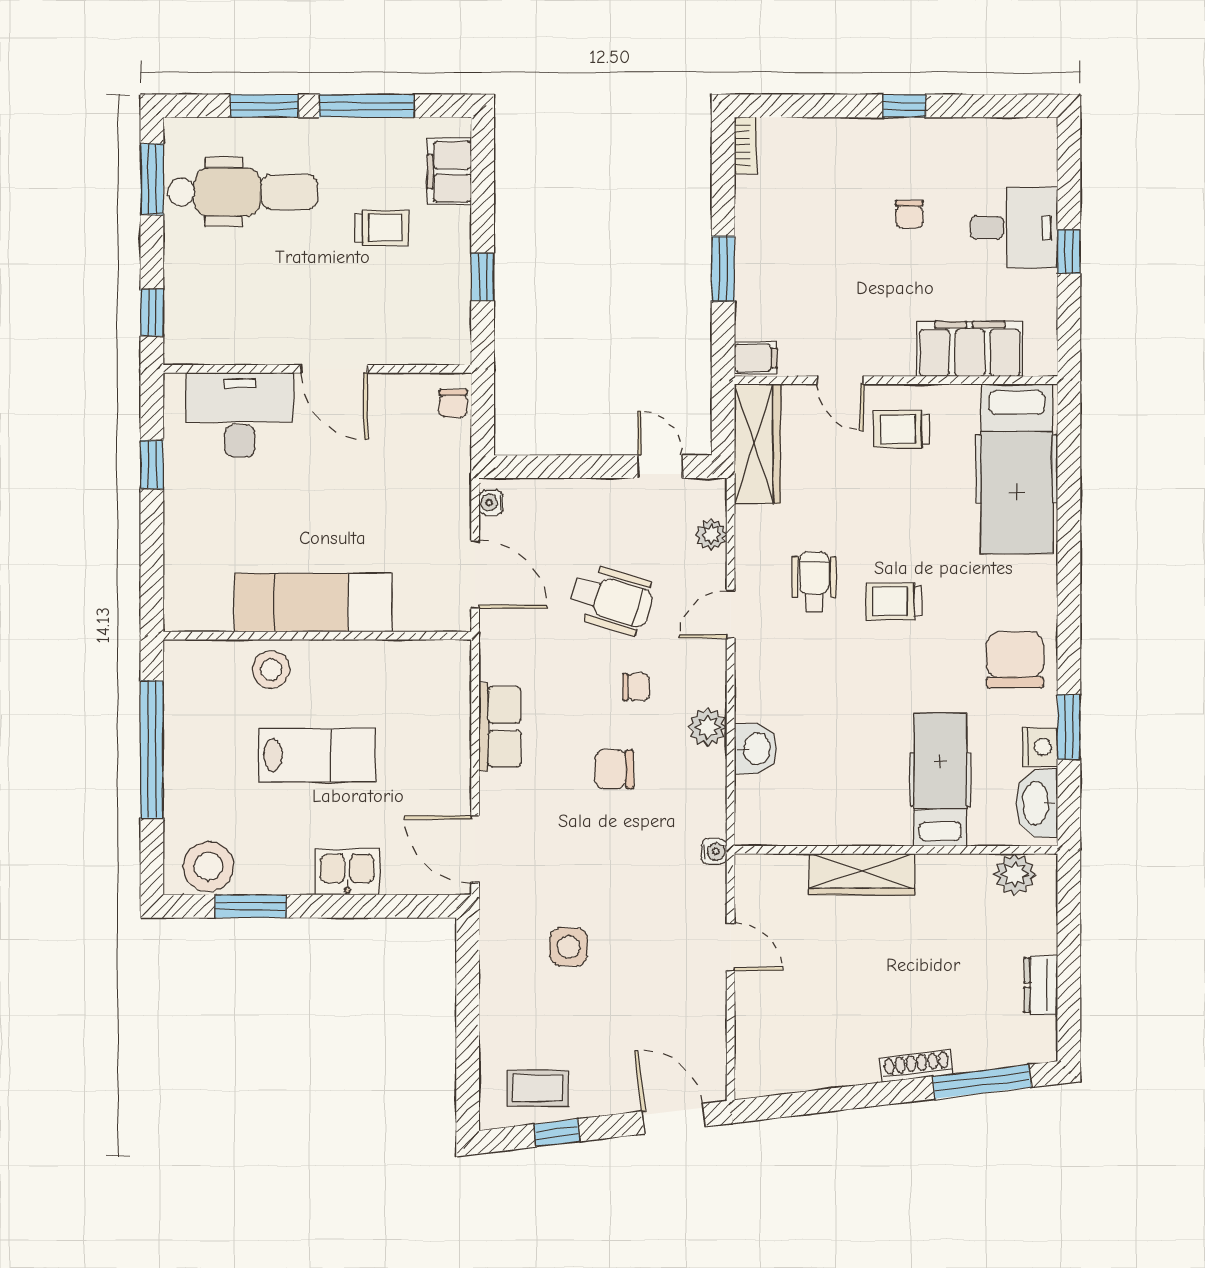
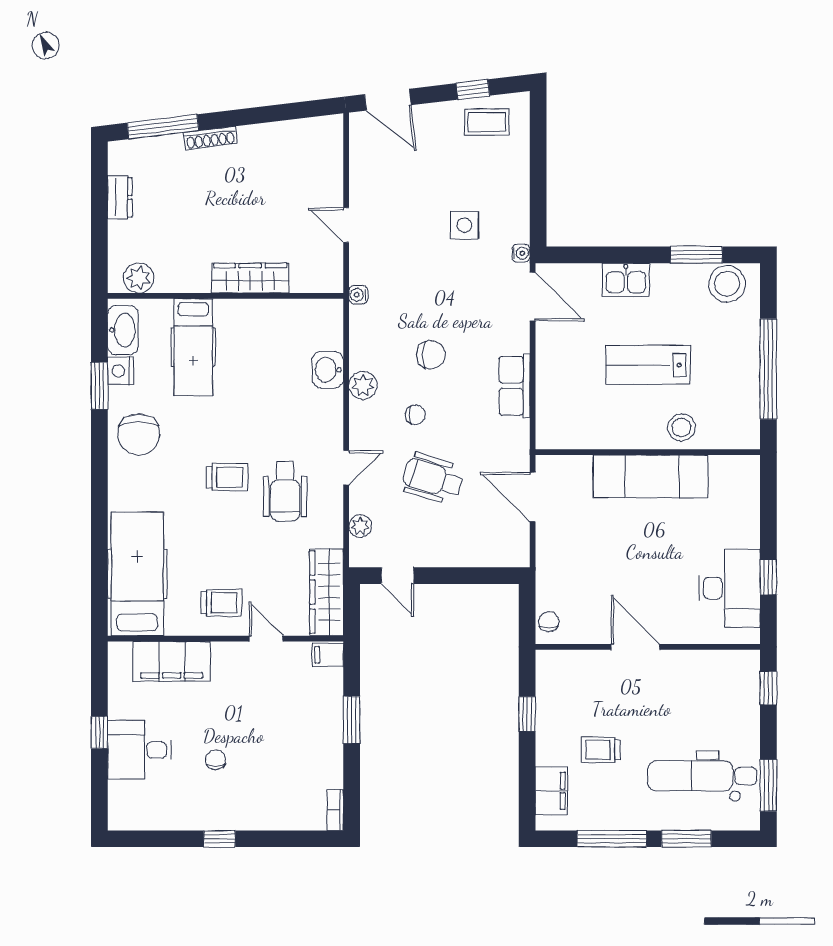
desk: (240, 415) -> (729, 588), moved, turned -90
water cooler: (491, 503) -> (521, 253), moved
wheelchair: (814, 582) -> (285, 491), width x1.36, depth x1.37
chair: (636, 687) -> (415, 415), turned 180

